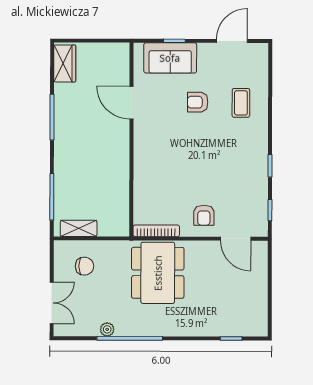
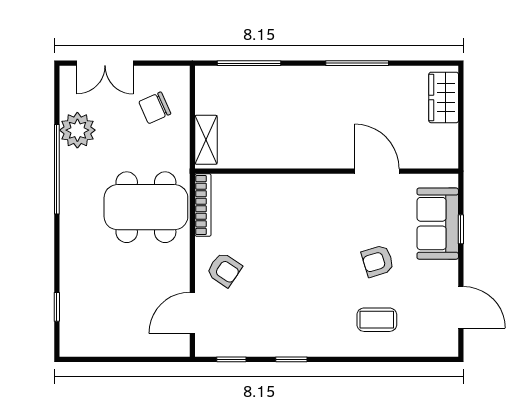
wardrobe: (65, 63) -> (444, 97), moved, turned 90
armchair: (198, 102) -> (378, 261), turned -107
door: (131, 103) -> (377, 171), hinge flipped
armchair: (204, 215) -> (224, 270), turned -146
shelving: (79, 228) -> (206, 140), moved
chair: (85, 266) -> (155, 108), turned 66
plant: (107, 329) -> (77, 130), width x1.88, depth x1.88

